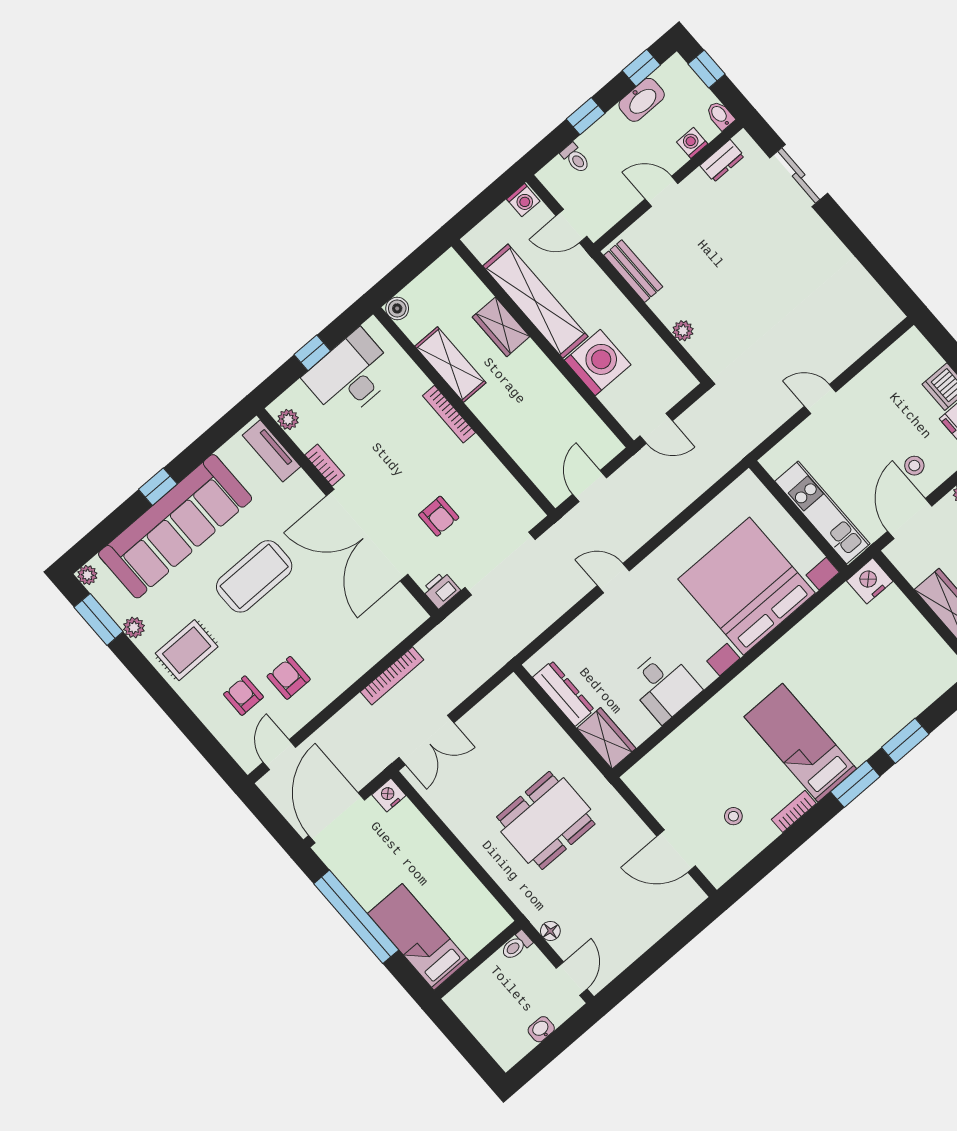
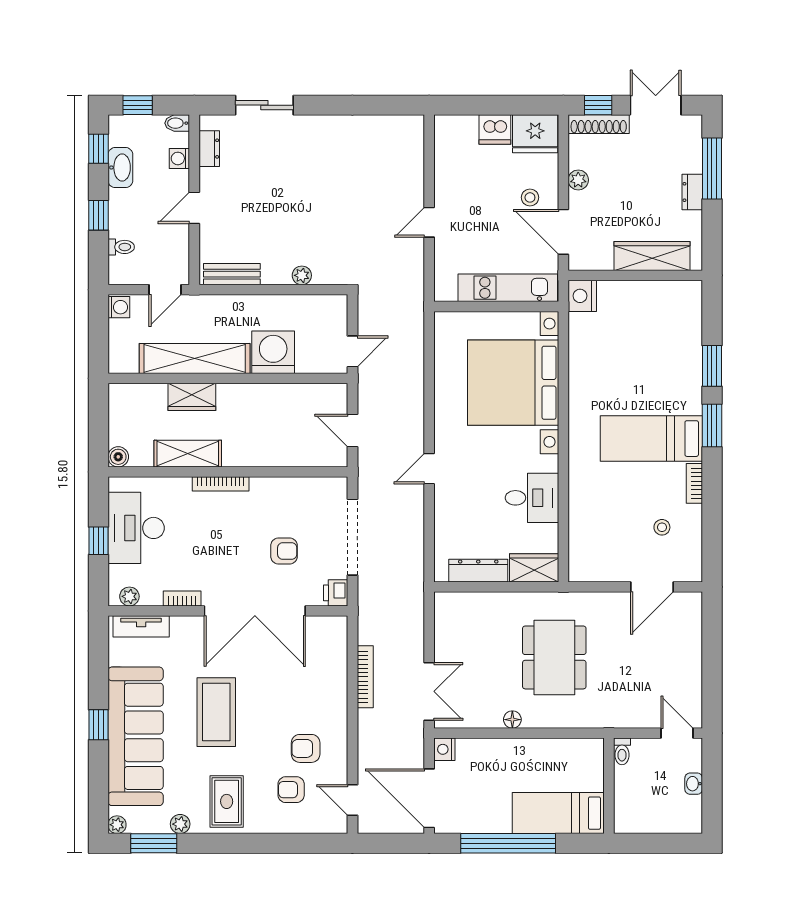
floor lamp: (550, 931) -> (512, 720), moved

